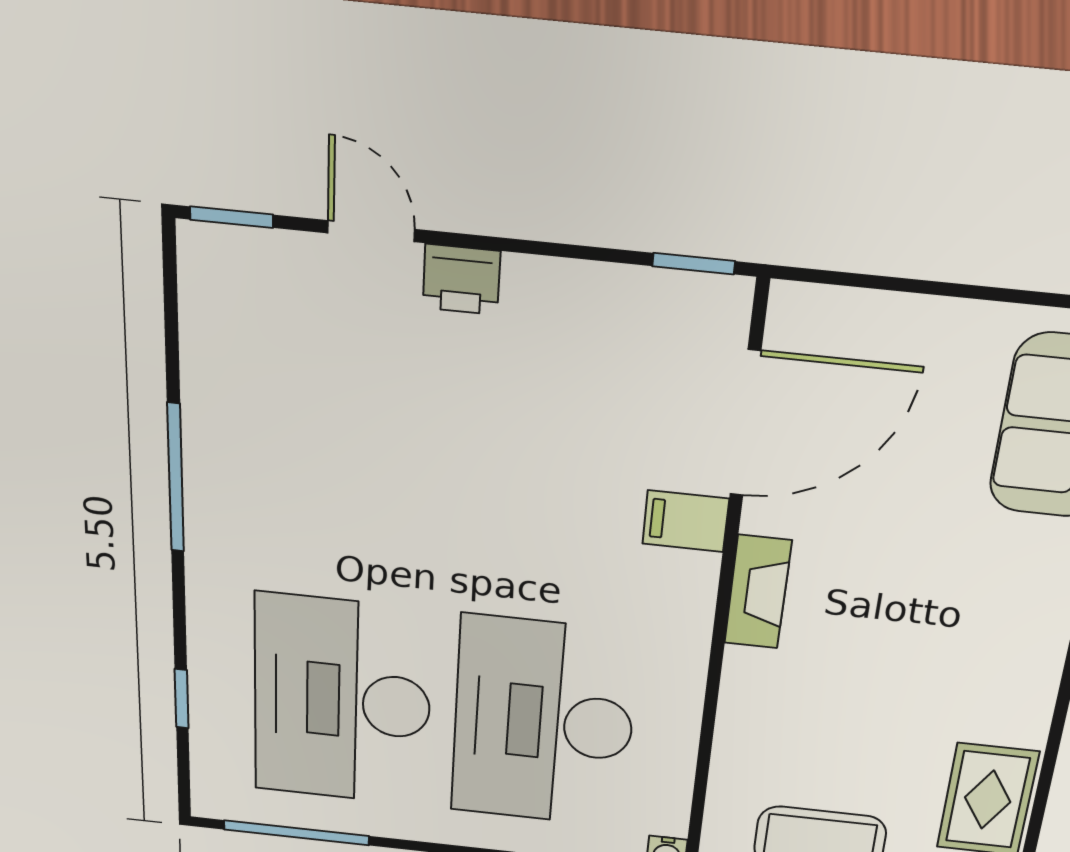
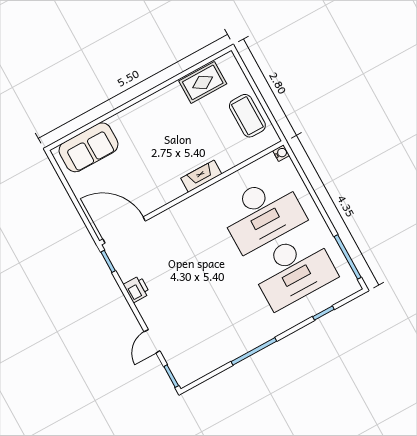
printer: (461, 280) -> (137, 289), moved
door: (745, 423) -> (124, 230), moved
filing cabinet: (686, 521) -> (176, 217), removed
fireplace: (758, 592) -> (201, 176), moved

